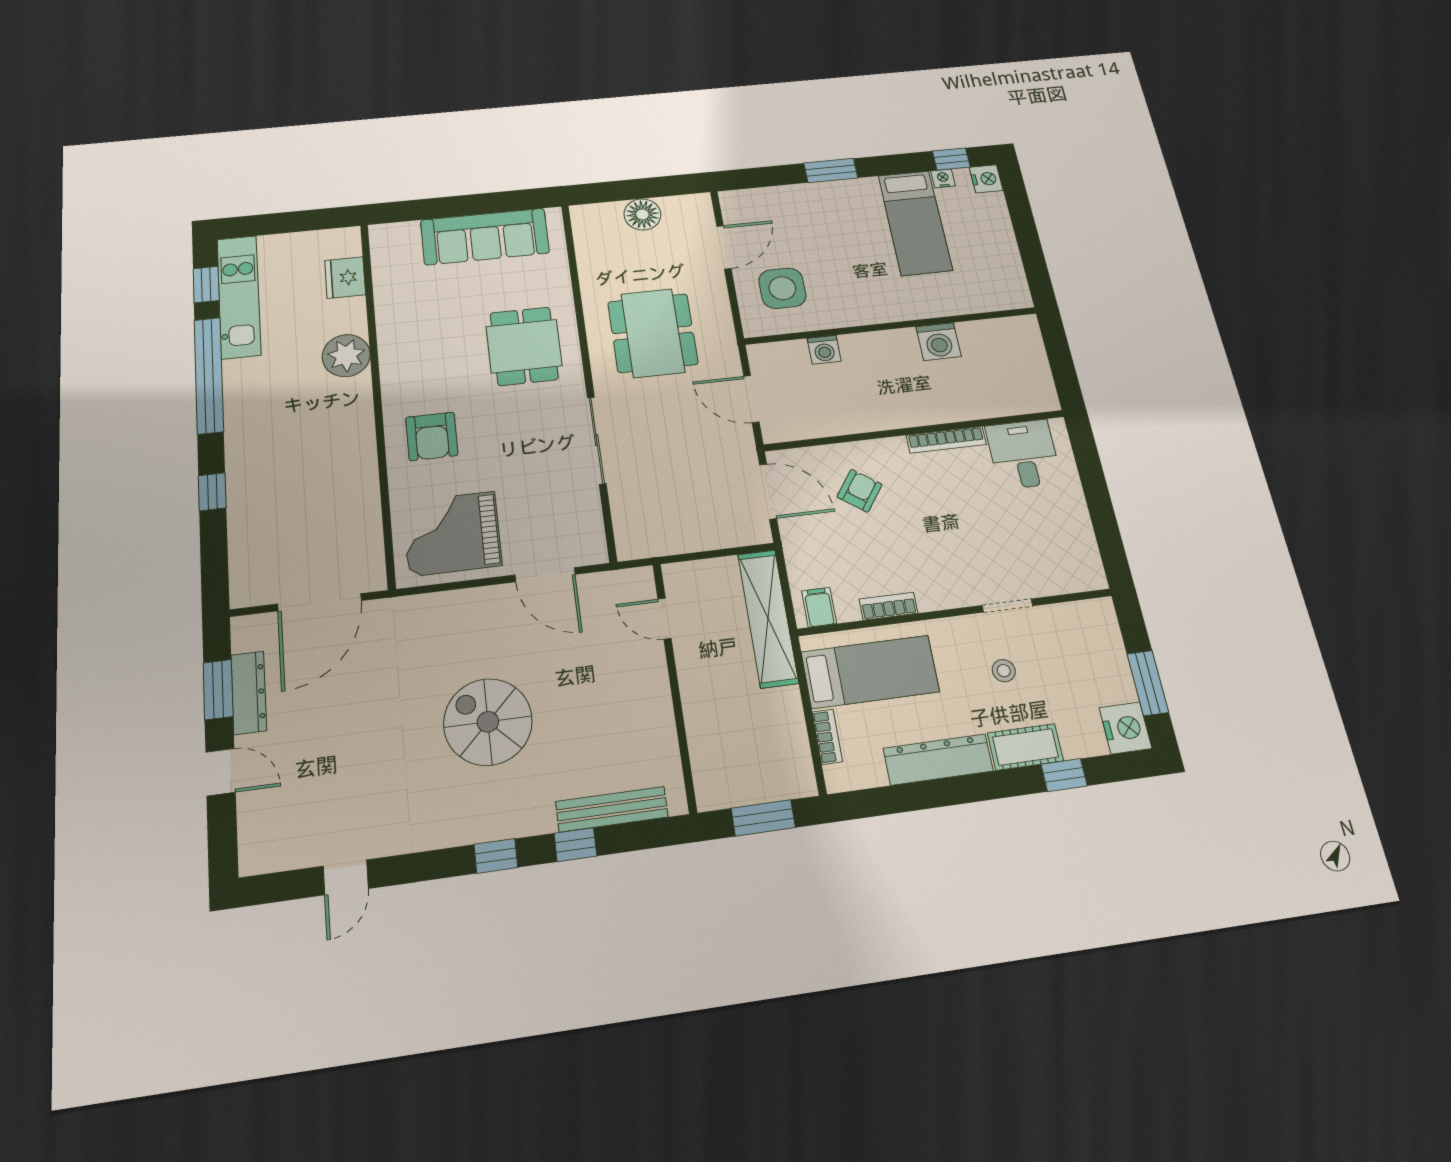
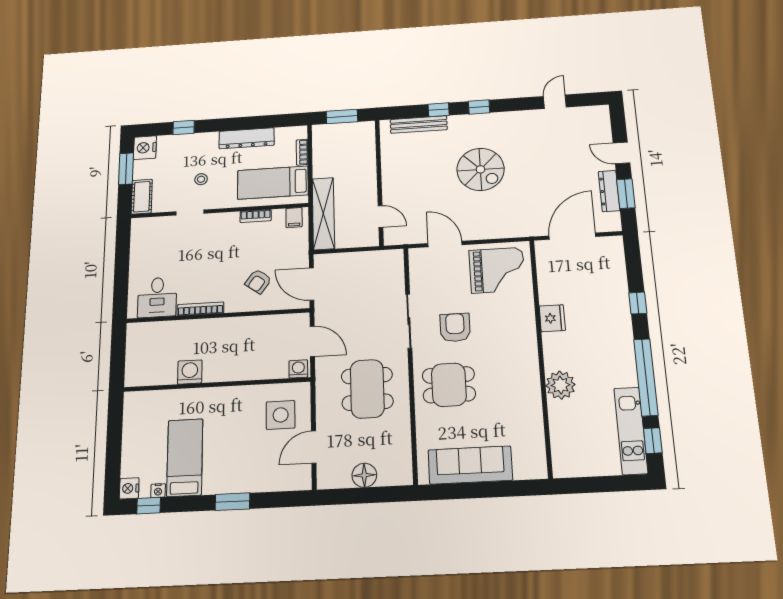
fridge: (345, 278) -> (552, 318), moved
dining table: (524, 346) -> (449, 385), turned 90
washing machine: (824, 350) -> (298, 369), moved
armchair: (432, 436) -> (455, 327), moved
cot: (1025, 747) -> (142, 197), moved, turned 90

